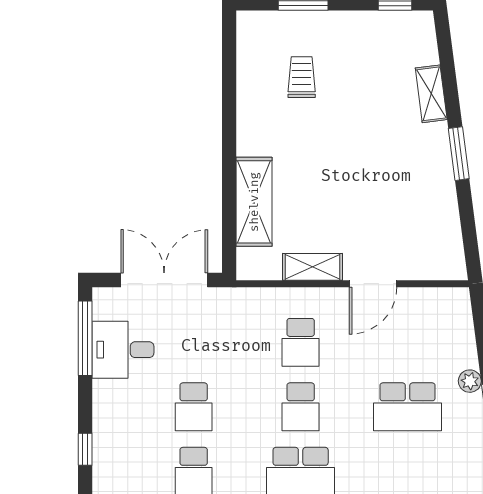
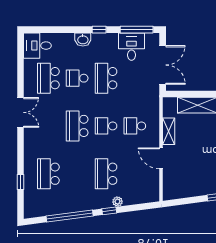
school desk: (194, 407) -> (106, 78), width x1.85
window: (85, 449) -> (99, 30), moved
washbasin: (107, 459) -> (83, 39), added

